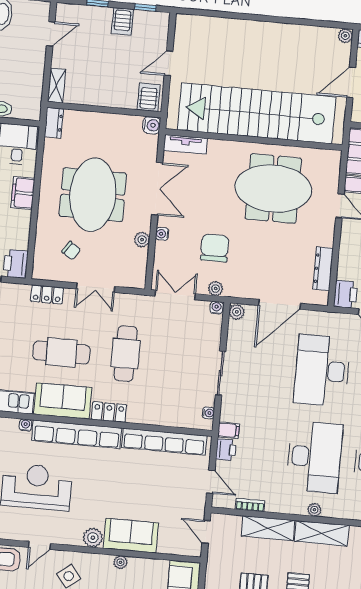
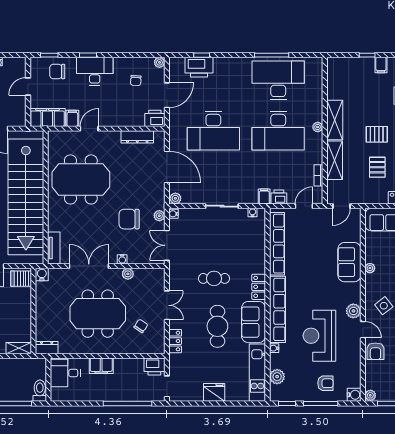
meeting table: (273, 189) -> (81, 179), turned 90
cafe table: (126, 354) -> (214, 278), width x0.73, depth x0.74
desk: (314, 457) -> (278, 131), turned 180
plant: (93, 538) -> (353, 311), moved

